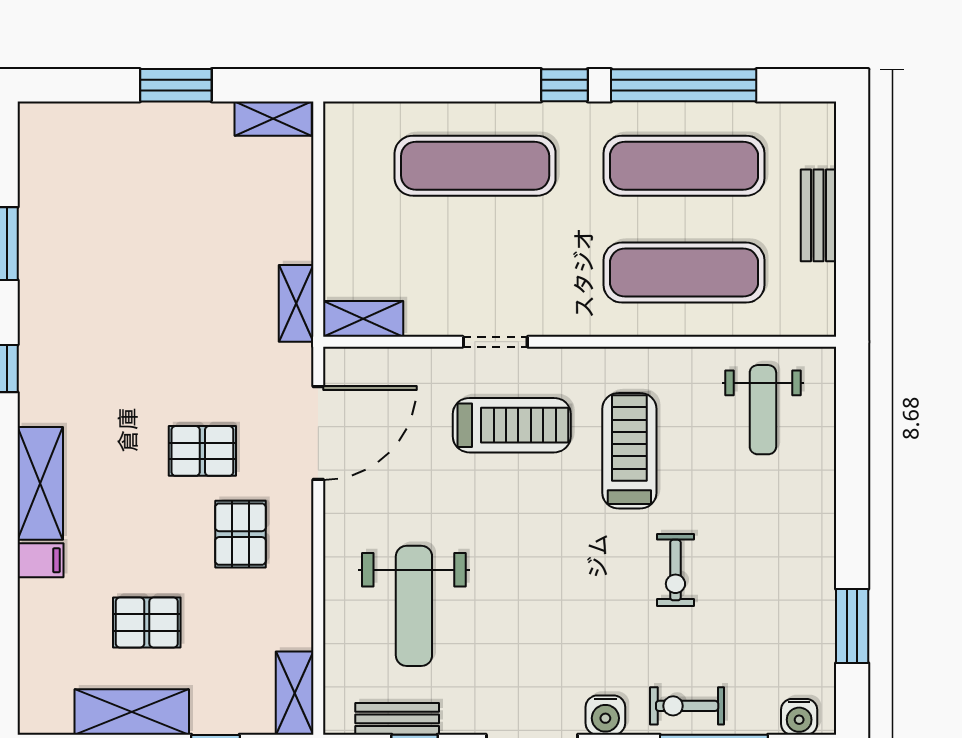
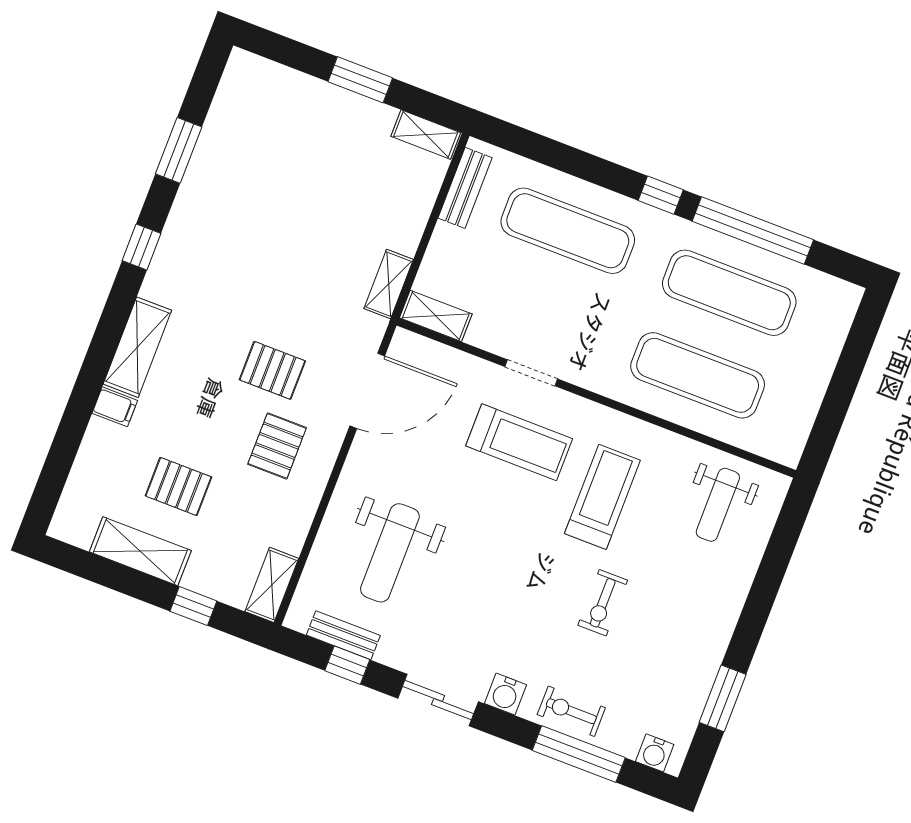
bench: (818, 215) -> (465, 188), moved

